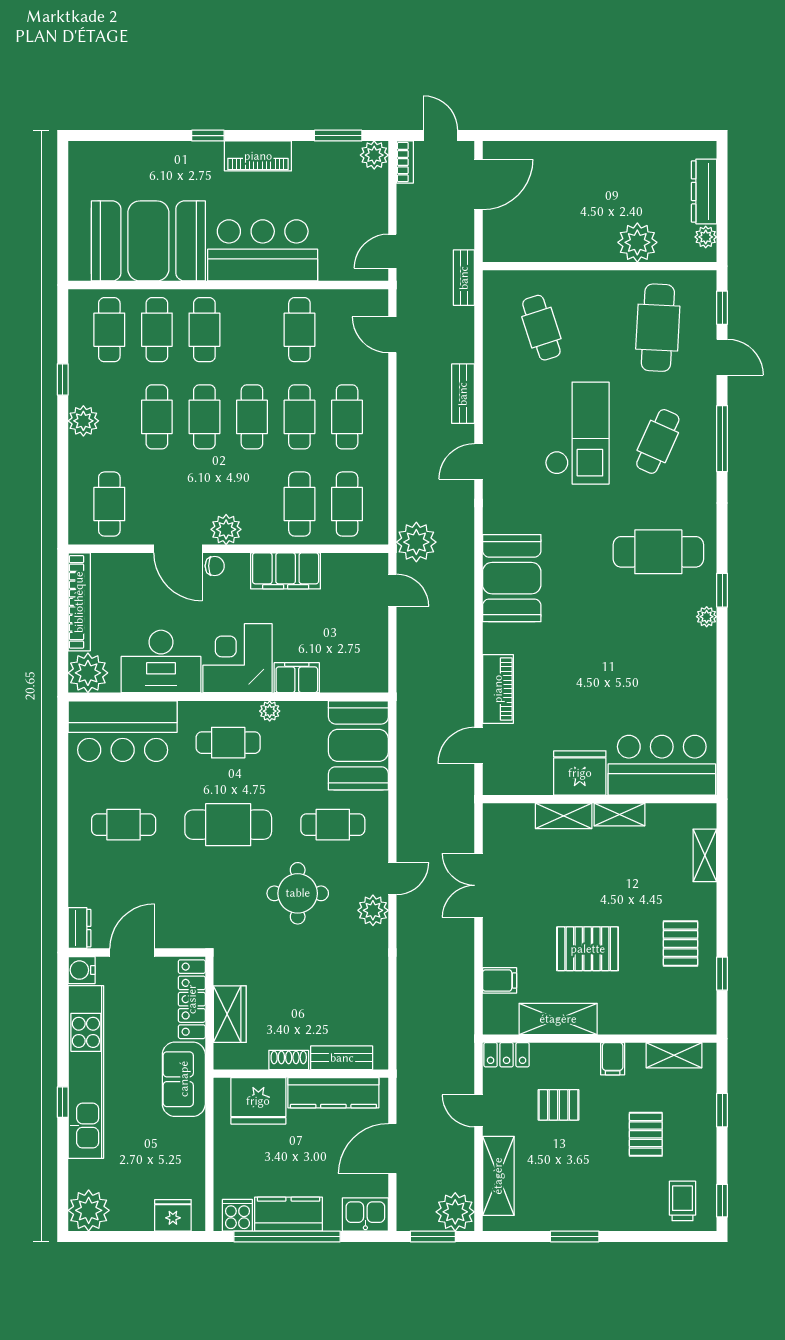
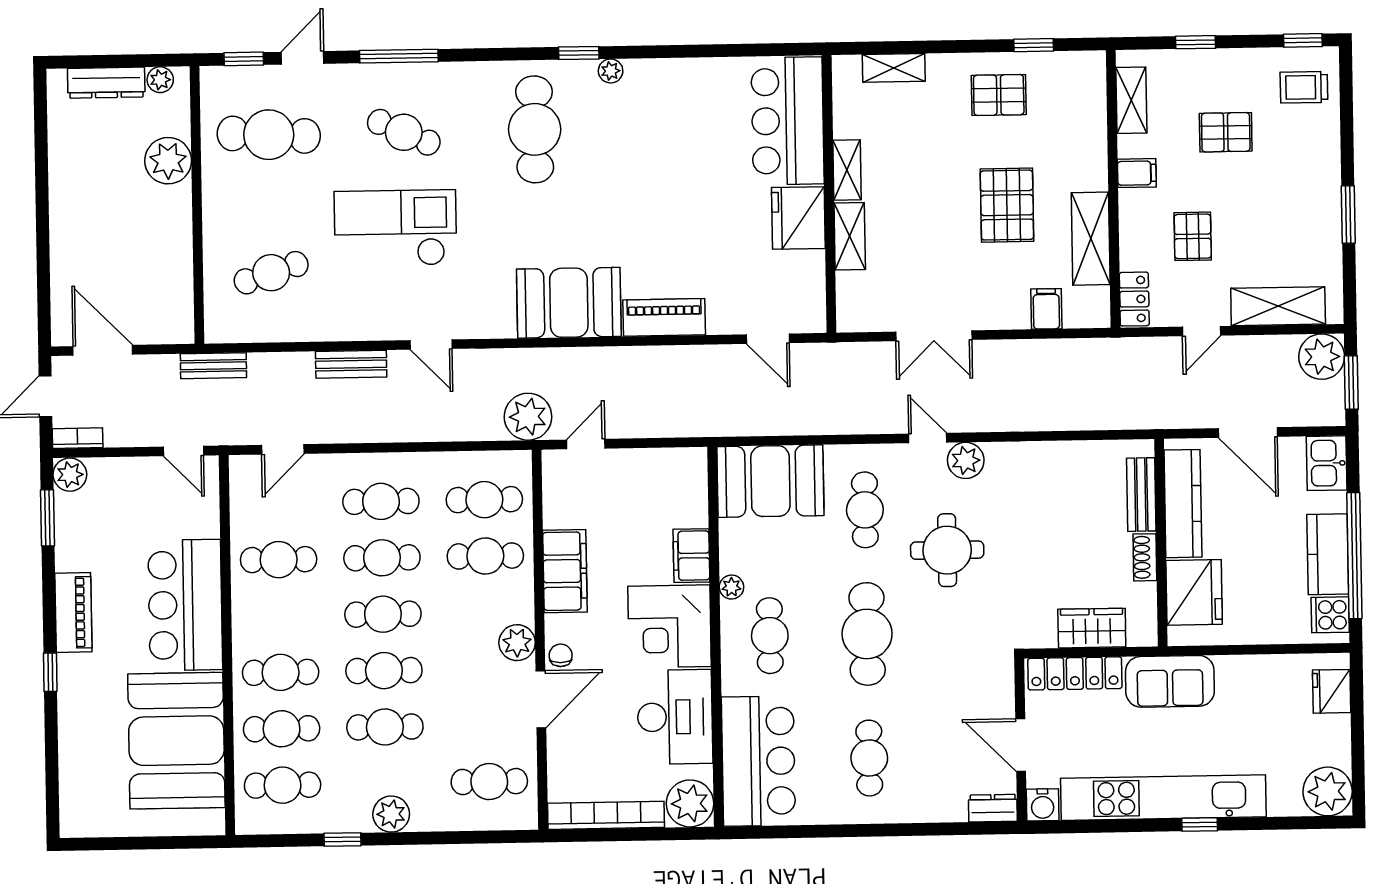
piano: (498, 689) -> (664, 317), moved

